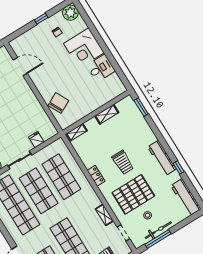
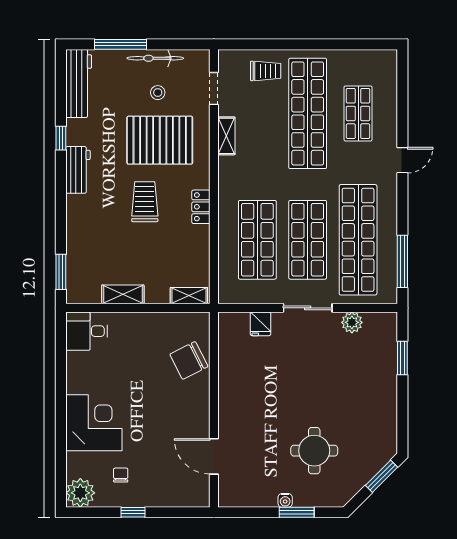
desk: (101, 68) -> (87, 331), moved
workbench: (162, 158) -> (78, 170), width x0.73
window: (158, 239) -> (121, 44), moved

